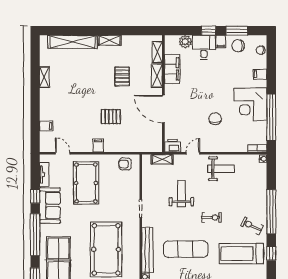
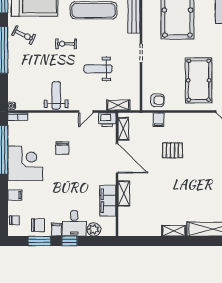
shelving: (157, 52) -> (123, 129), moved
pallet: (122, 76) -> (161, 193), removed
filing cabinet: (98, 146) -> (158, 120), moved
weight bench: (221, 169) -> (56, 95), turned 90
weight bench: (181, 194) -> (98, 69), turned 90

